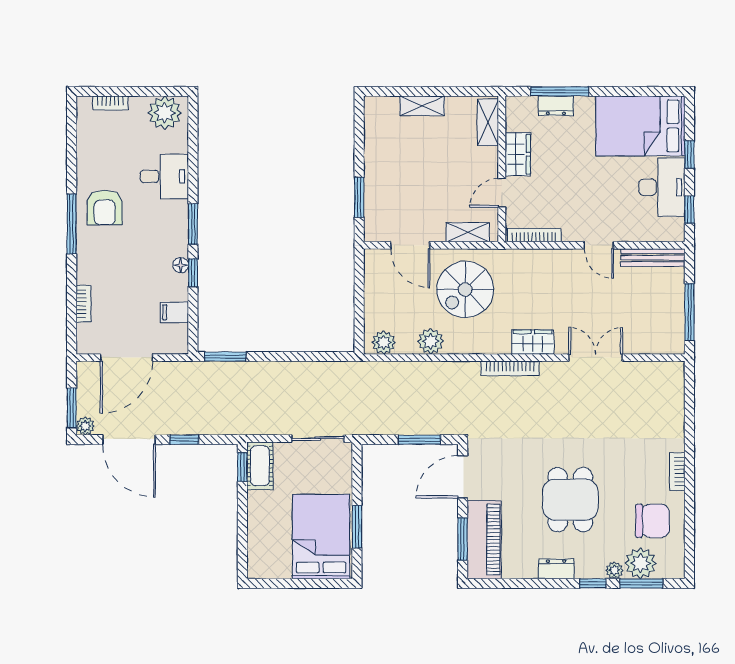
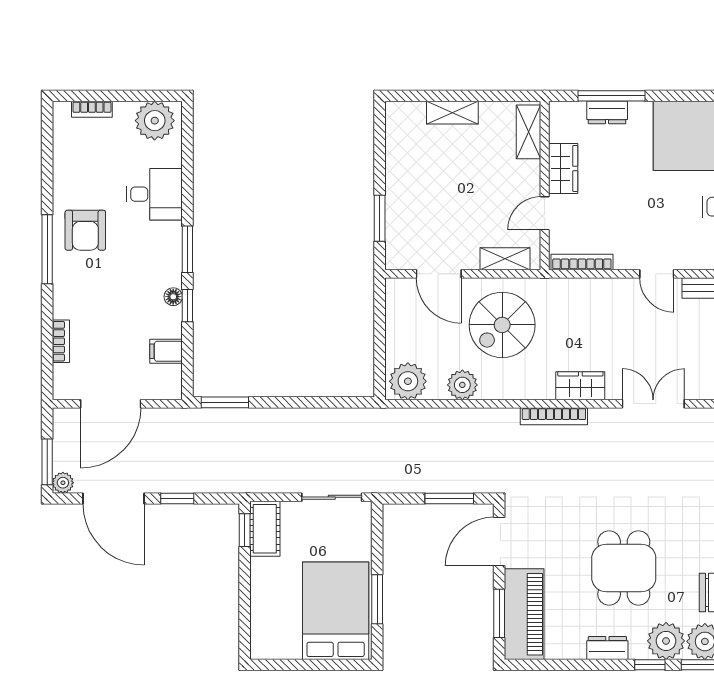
plant: (384, 342) -> (408, 381), width x1.36, depth x1.36
plant: (614, 570) -> (666, 641), width x1.87, depth x1.87

